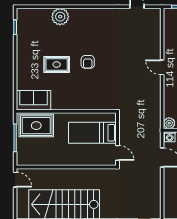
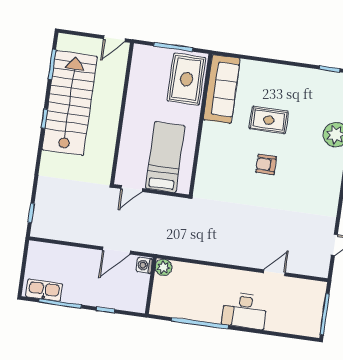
rug: (57, 64) -> (269, 120), turned 90
door: (162, 67) -> (274, 273), moved
sofa: (34, 100) -> (222, 89), width x1.36

